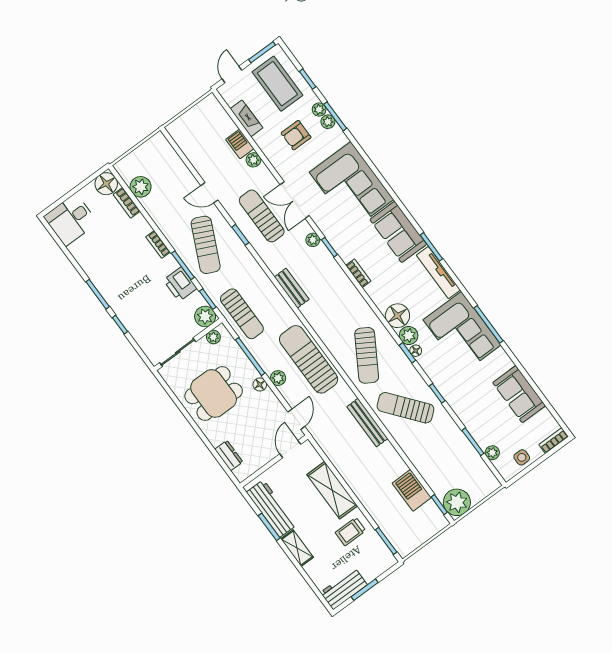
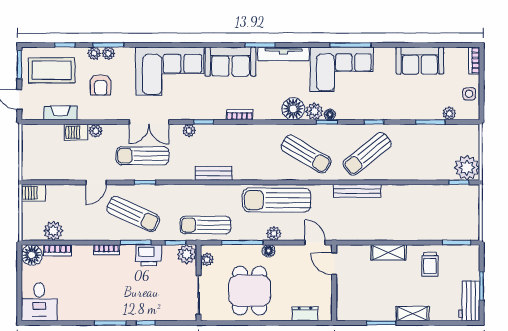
sun lounger: (242, 314) -> (205, 225), turned 180
shelving: (332, 490) -> (389, 252), width x0.67, depth x0.75
barbecue: (412, 490) -> (33, 193), moved, width x0.73, depth x0.79
workbench: (271, 509) -> (369, 311), removed

